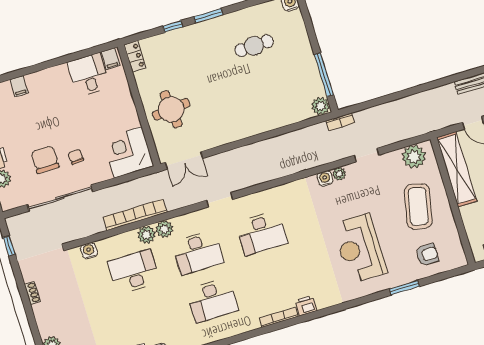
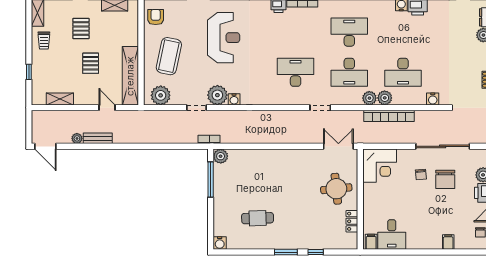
locker: (135, 56) -> (352, 221), moved
plant: (339, 174) -> (217, 95), width x1.88, depth x1.88
desk: (198, 252) -> (349, 72), turned 180
armchair: (427, 255) -> (156, 17), moved, turned 90

